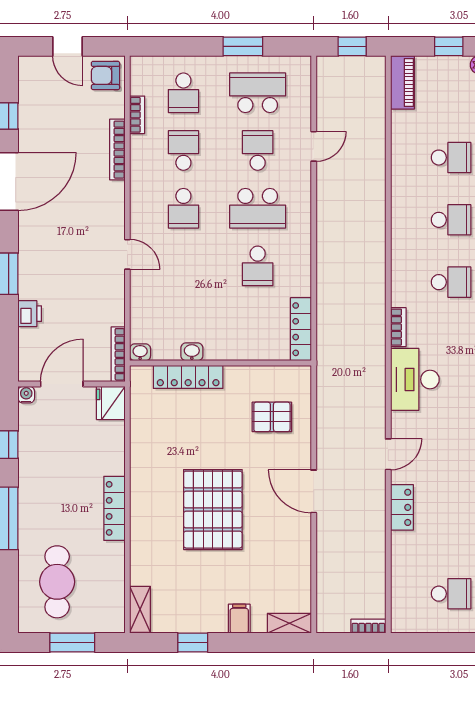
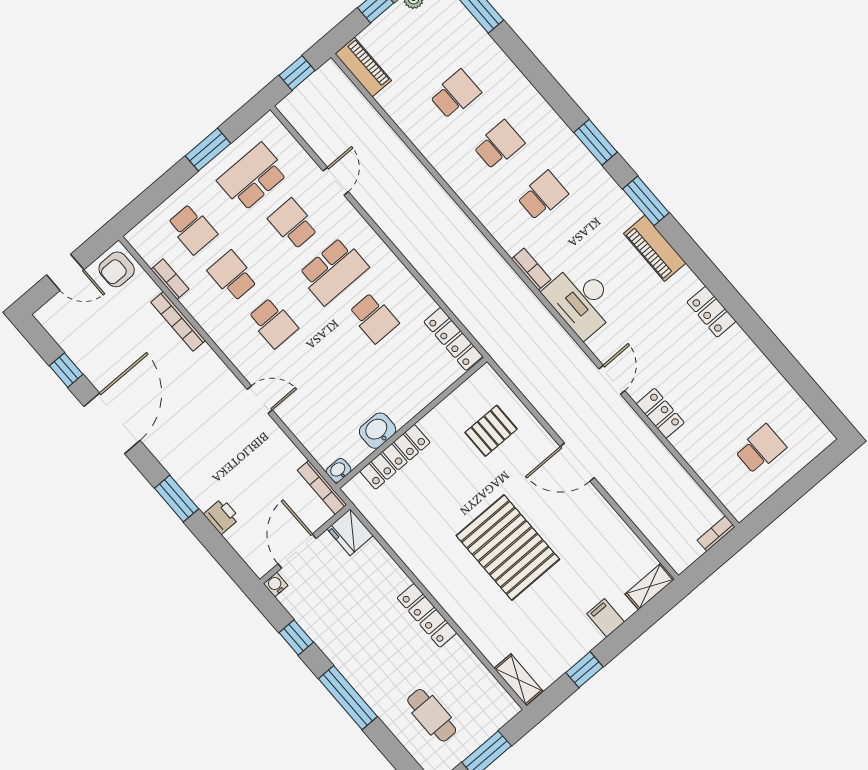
washbasin: (192, 352) -> (378, 431), width x1.38, depth x1.45
cafe table: (57, 582) -> (432, 715), width x0.73, depth x0.74

